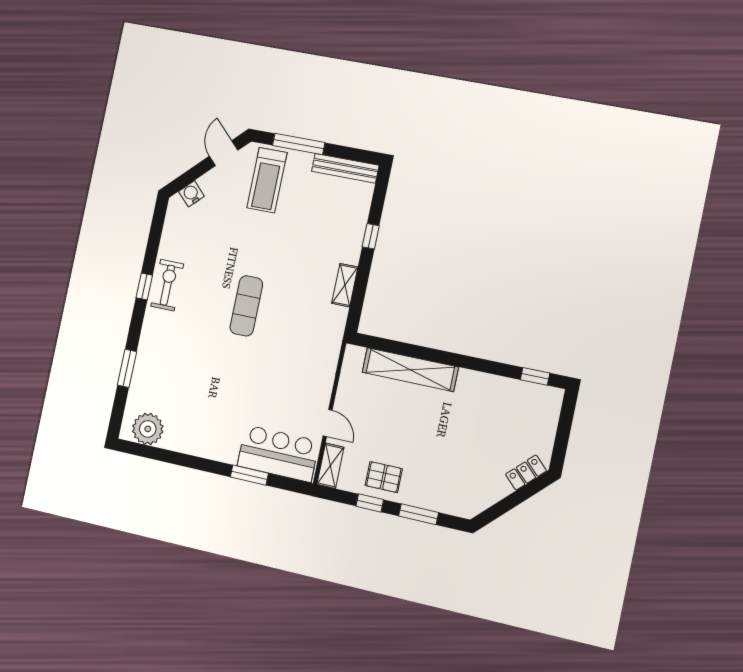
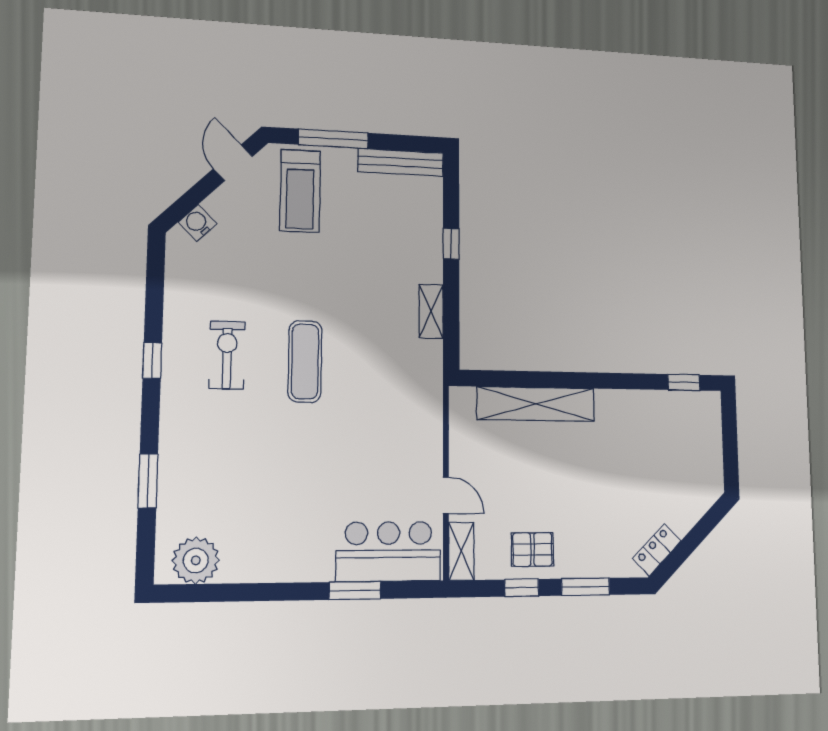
exercise bike: (167, 285) -> (227, 355), moved
locker: (526, 473) -> (657, 550), moved

